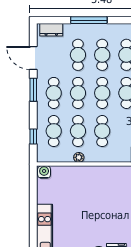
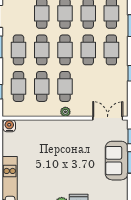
plant: (79, 157) -> (65, 112), moved

